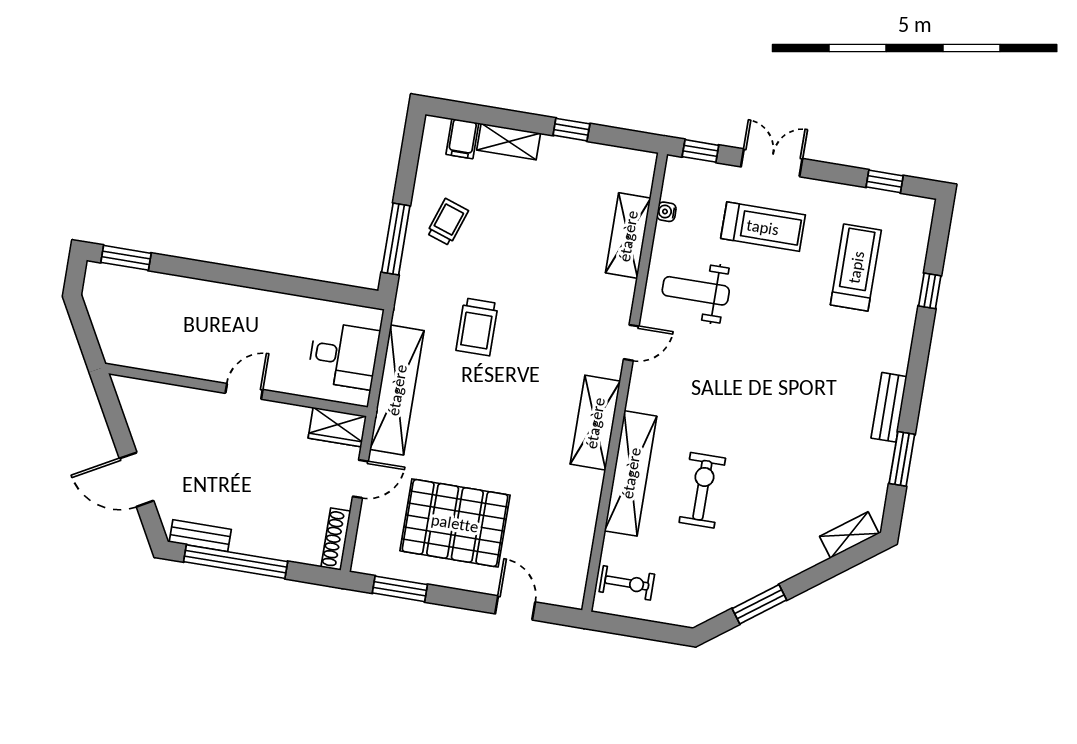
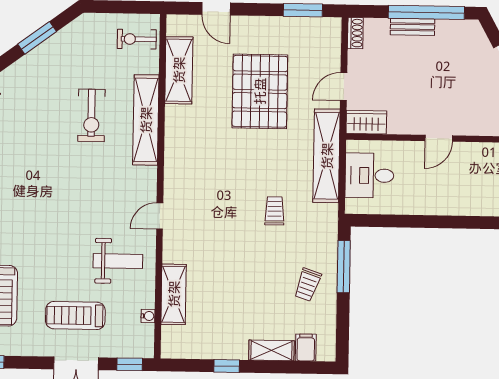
trolley: (477, 327) -> (275, 211), width x0.73, depth x0.72
shelving: (595, 423) -> (179, 70), moved
pallet: (455, 523) -> (260, 91), moved, turned 90
bench: (200, 536) -> (413, 27), moved
shoe rack: (336, 539) -> (355, 33), width x0.70

